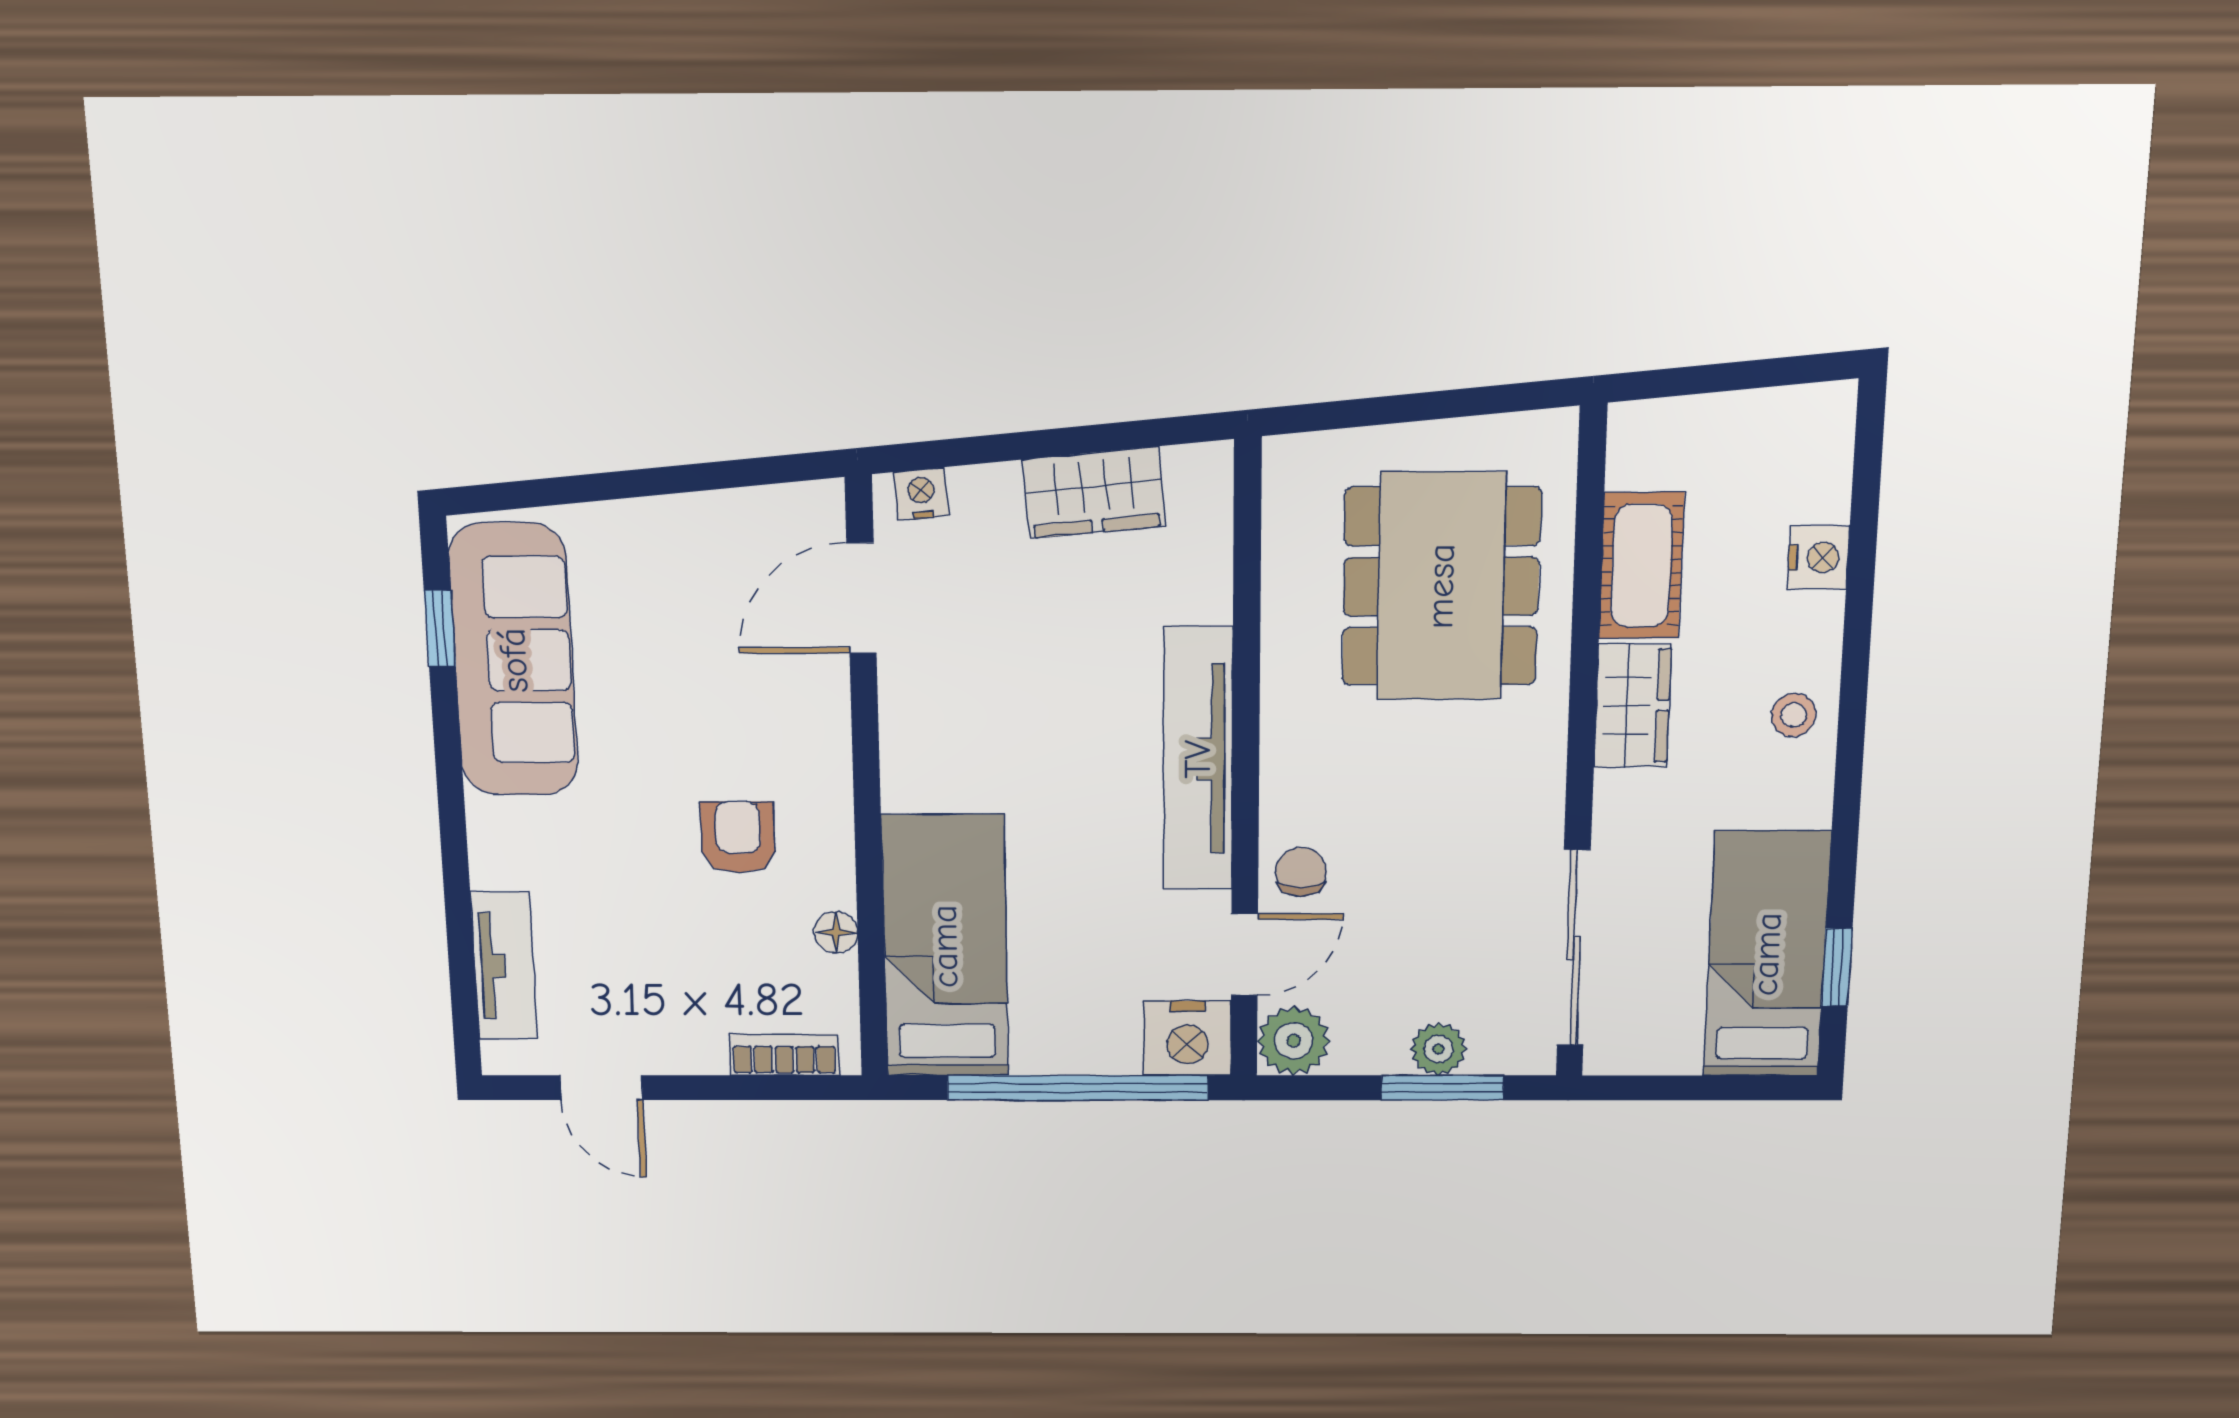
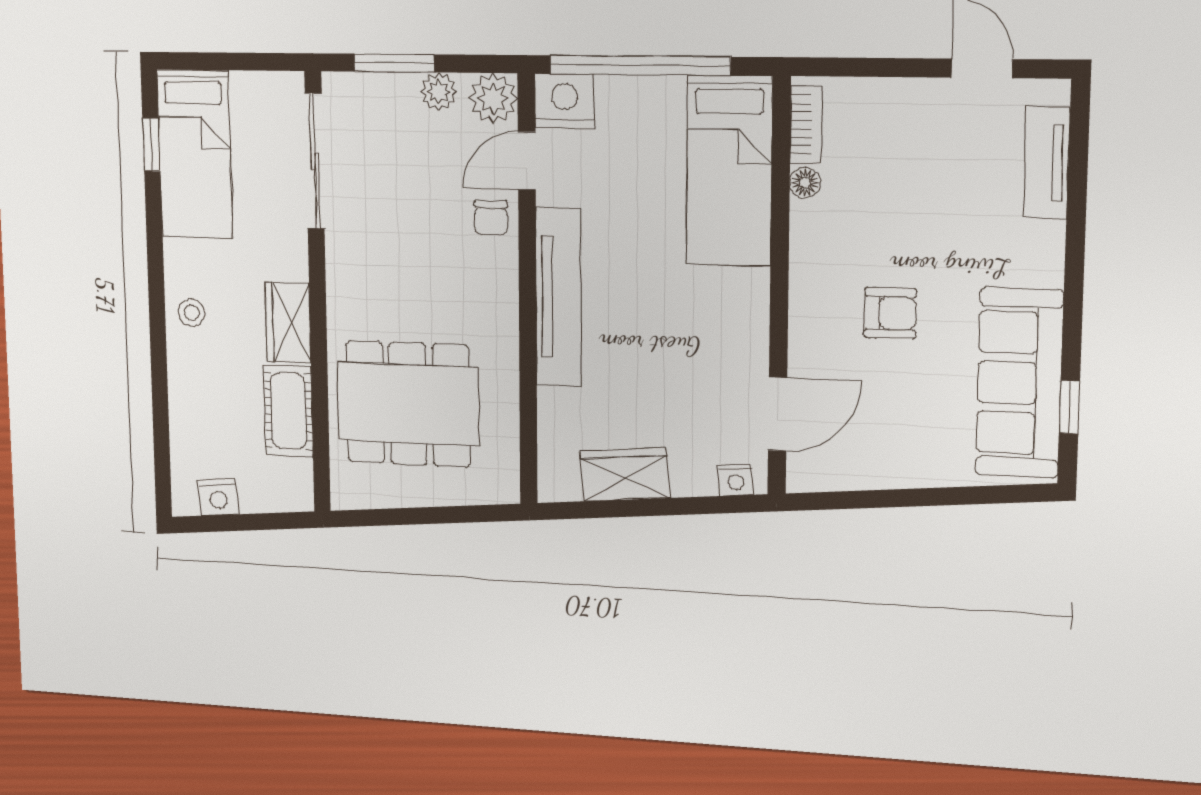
nightstand: (1818, 557) -> (218, 497), moved, turned -95
dining table: (1441, 586) -> (408, 404), turned 90
armchair: (738, 837) -> (890, 313), moved, turned -90
plant: (1438, 1049) -> (439, 92), moved
bookcase: (784, 1055) -> (806, 125), moved, turned -90

